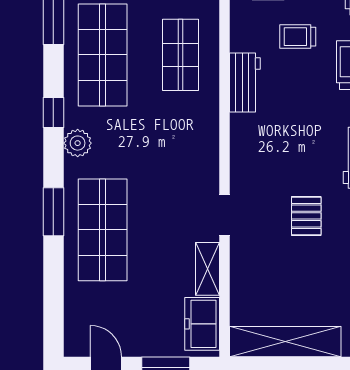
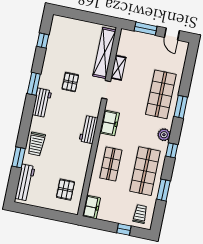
trolley: (298, 37) -> (58, 161), removed
workbench: (245, 83) -> (89, 130), moved
freezer: (202, 324) -> (109, 123), moved
shelving: (285, 342) -> (104, 53), moved, turned 90

